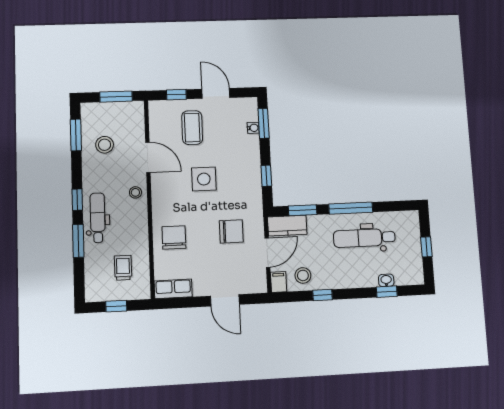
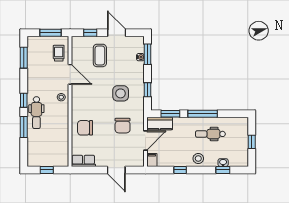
stool: (105, 145) -> (42, 65), removed
side table: (204, 179) -> (121, 93), moved
dental chair: (98, 218) -> (36, 113), turned 180
chair: (231, 231) -> (123, 126), turned 90
chair: (174, 237) -> (85, 128), turned -90
dental chair: (364, 238) -> (210, 134), width x0.73, depth x0.72
trolley: (123, 268) -> (59, 53), moved
stool: (303, 275) -> (198, 158), moved

